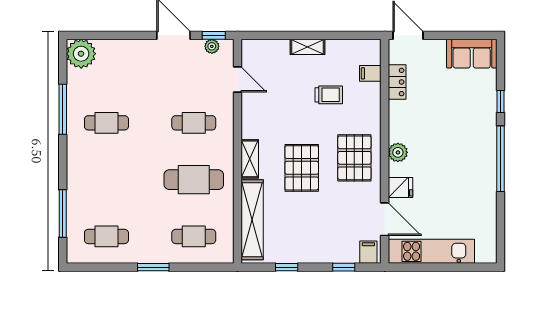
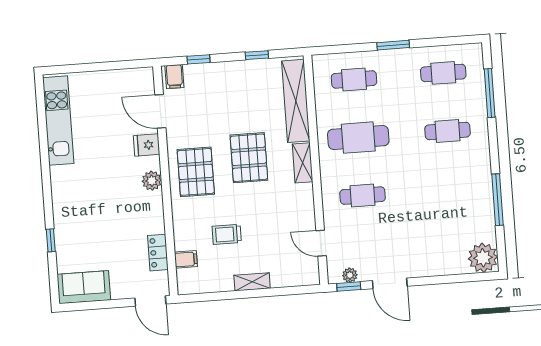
cafe table: (106, 123) -> (448, 131), moved
window: (501, 159) -> (46, 182), removed
kitchen unit: (431, 251) -> (58, 121), moved, turned -90

